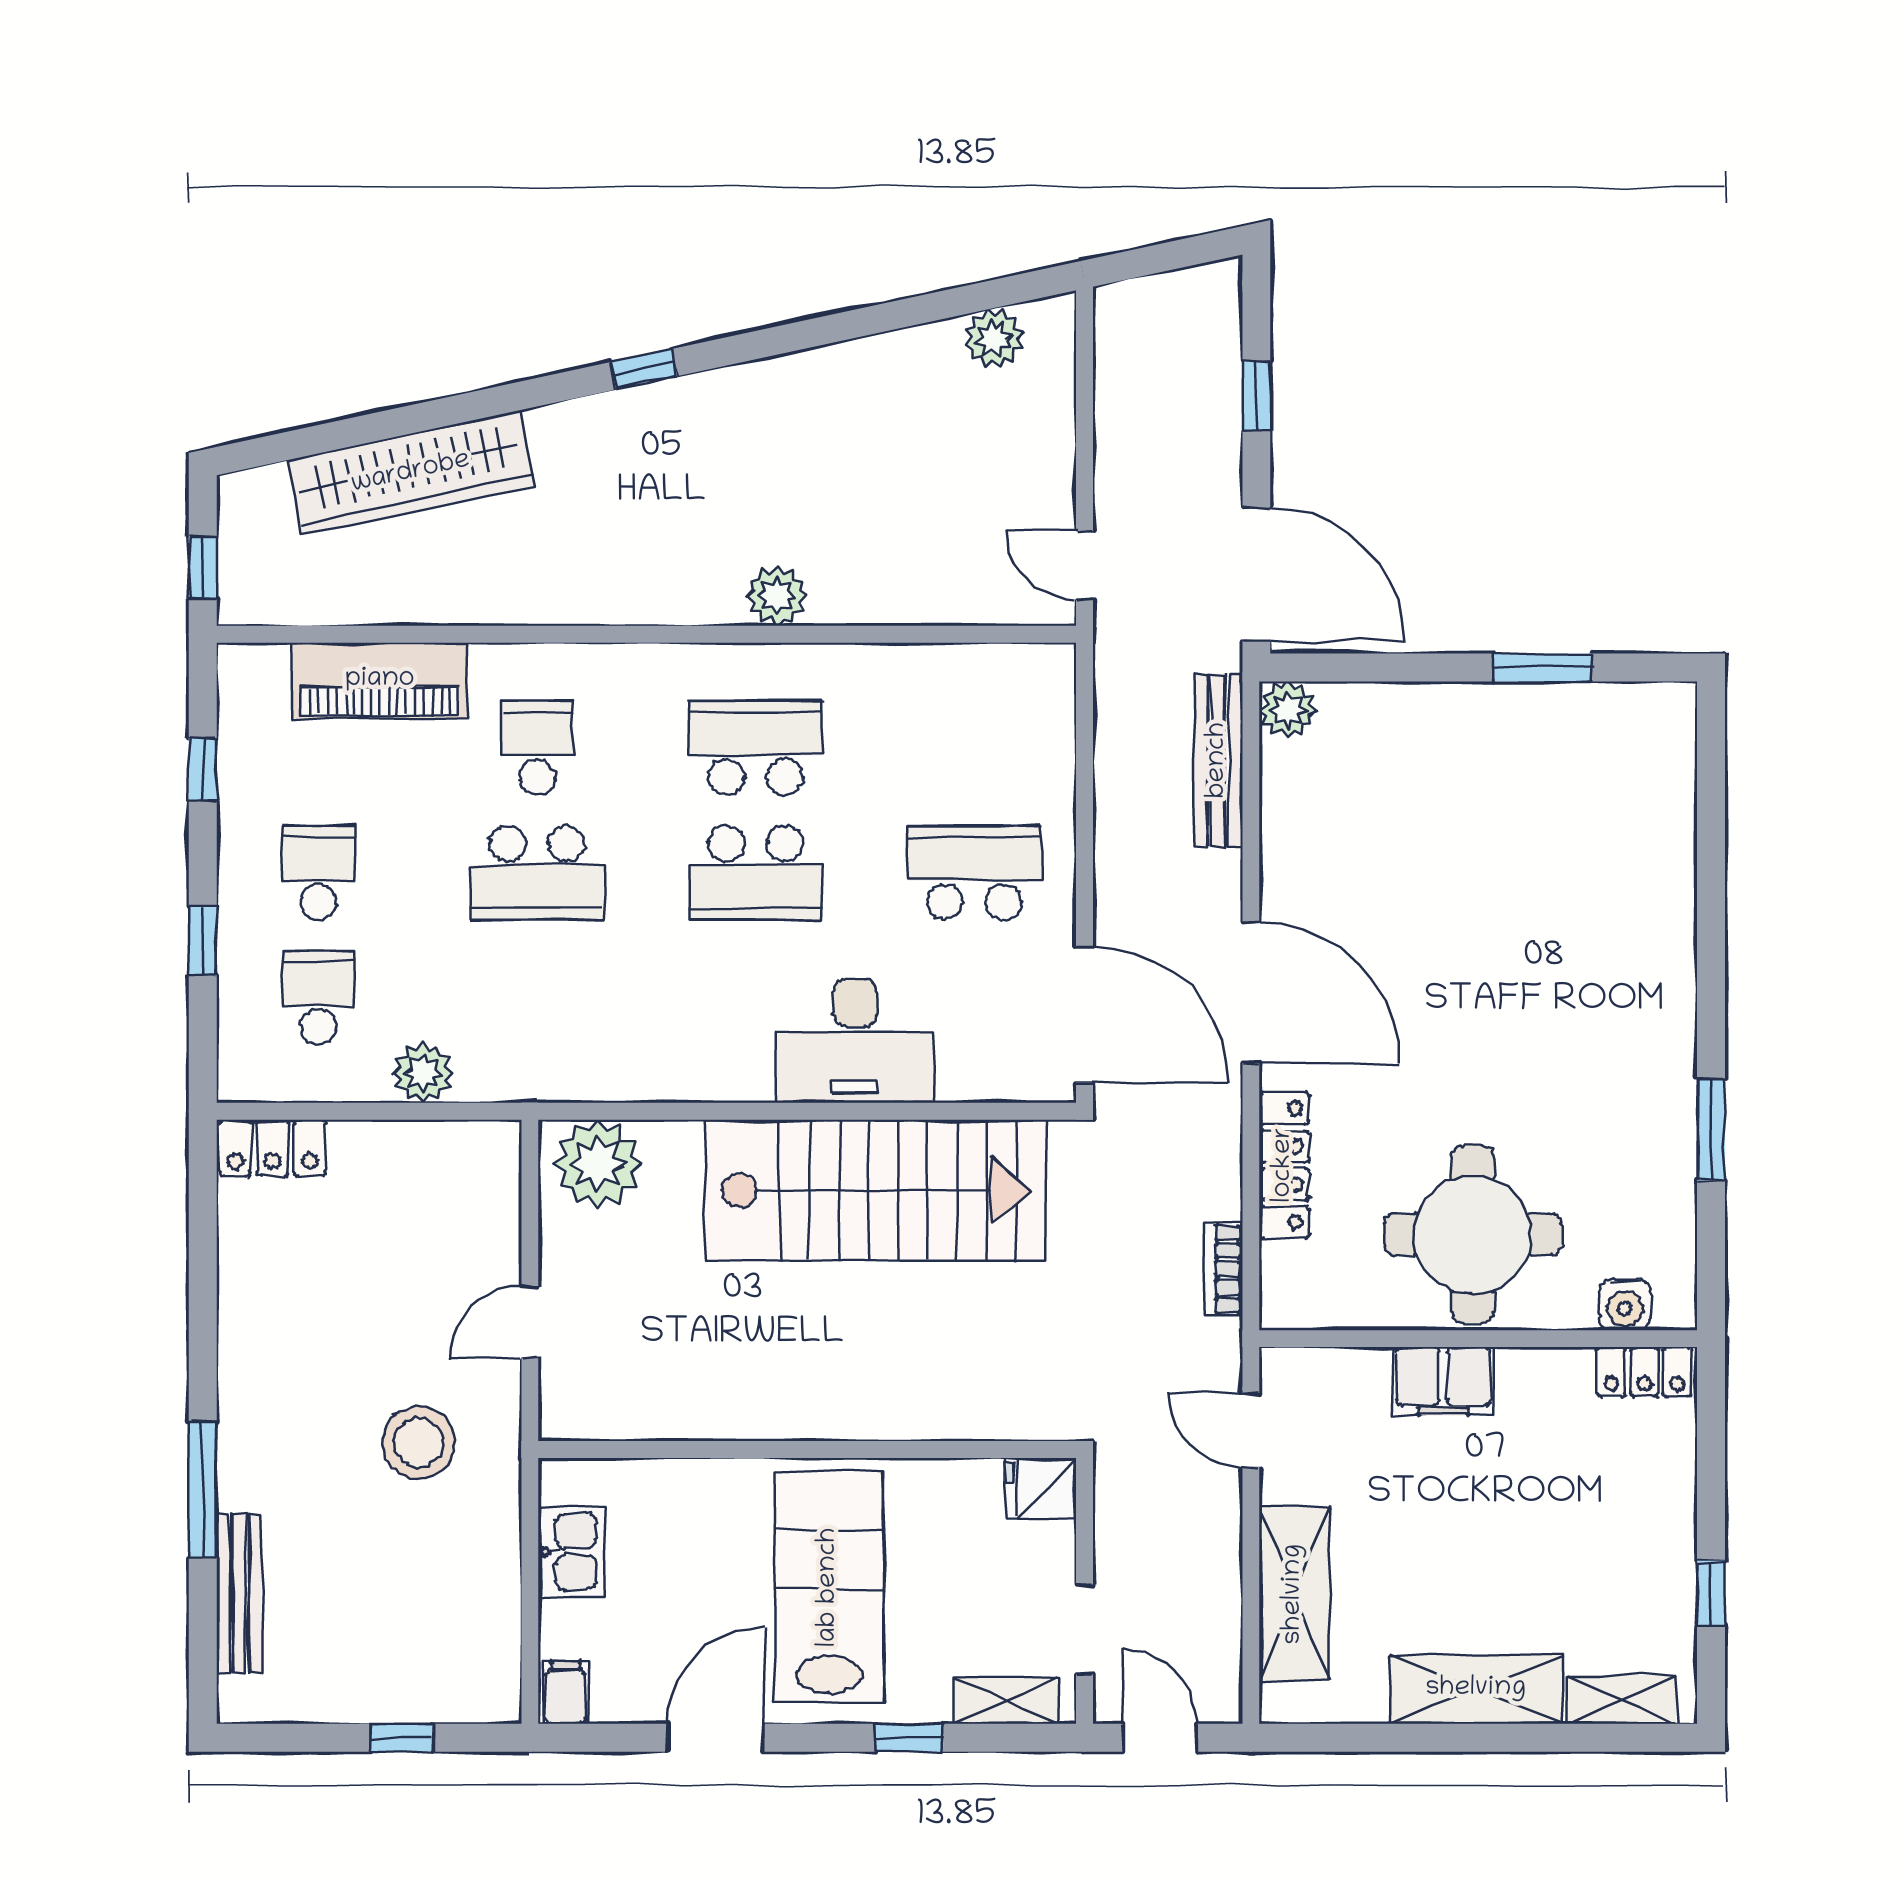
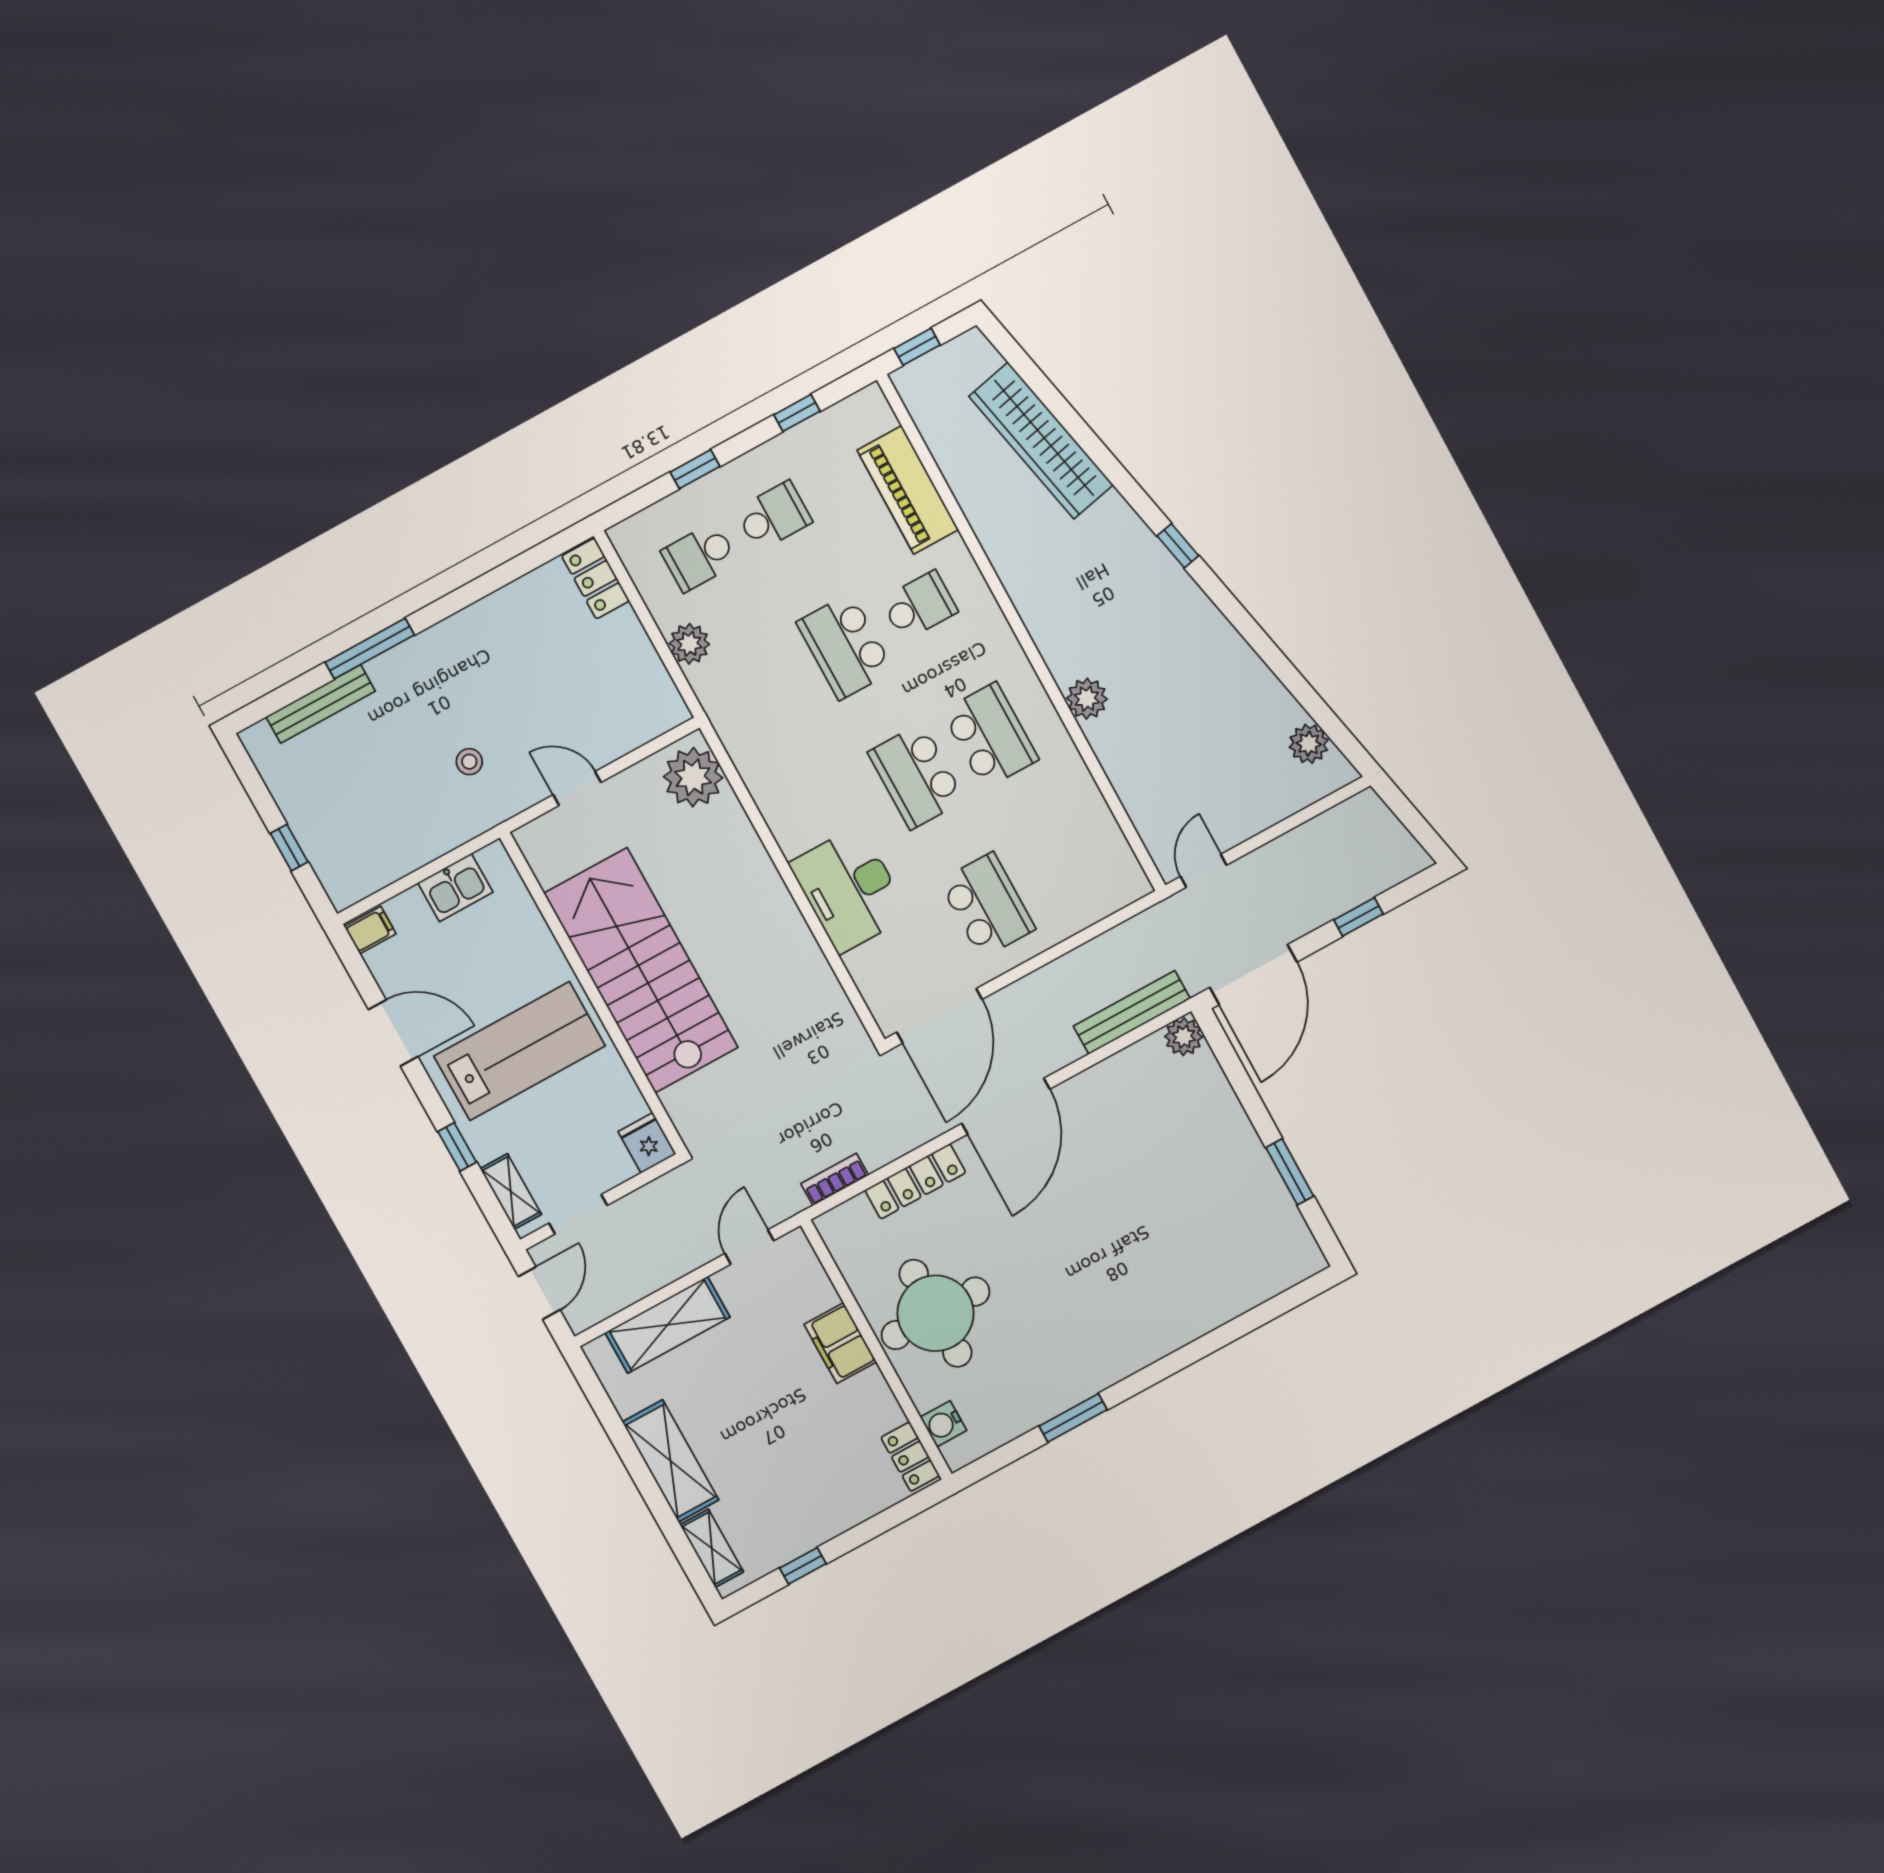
school desk: (318, 998) -> (699, 557), turned 180
stairs: (875, 1190) -> (641, 970), moved, turned 180
stool: (419, 1442) -> (469, 762), width x0.53, depth x0.53

